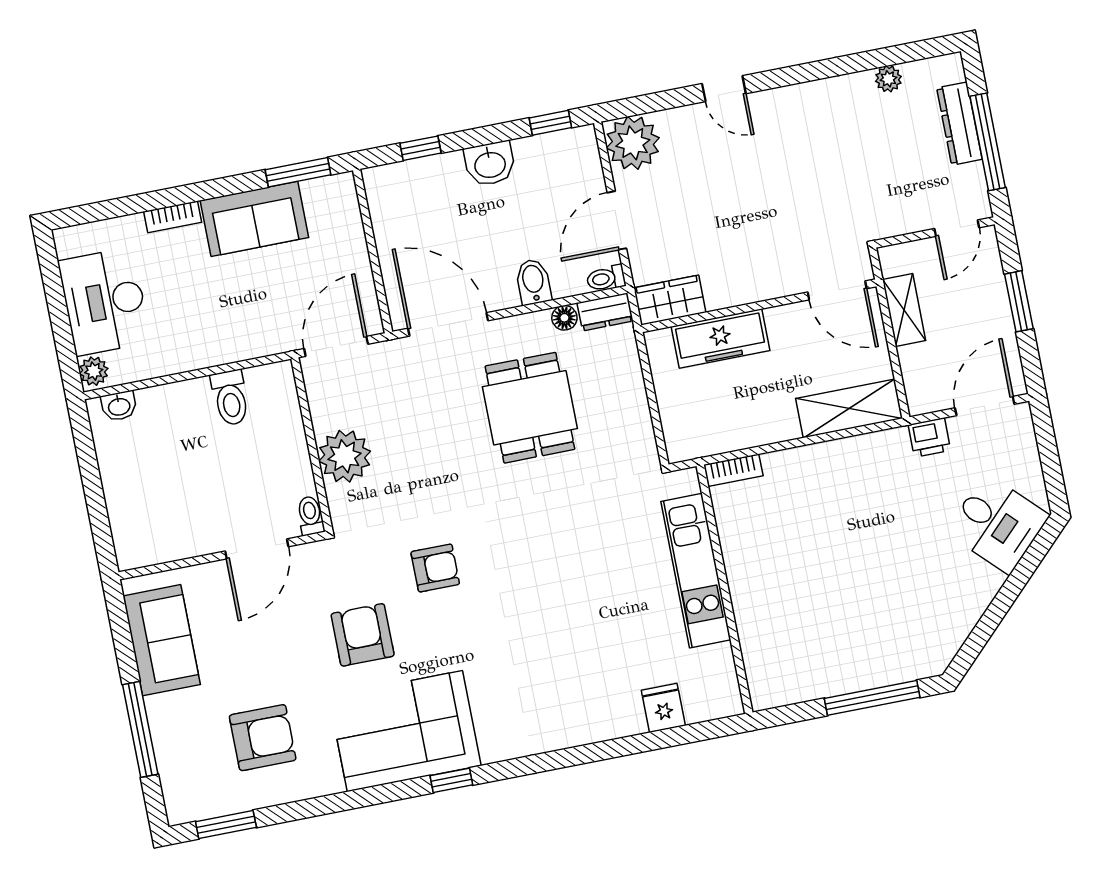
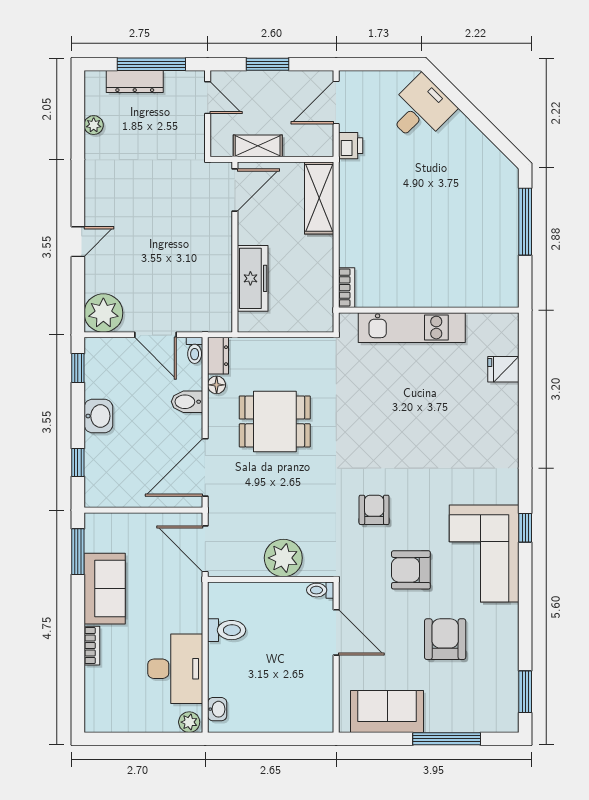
wardrobe: (670, 300) -> (219, 309), removed
desk: (104, 302) -> (175, 669), moved, turned -90
door: (985, 406) -> (336, 103), hinge flipped
armchair: (263, 738) -> (445, 639), moved

